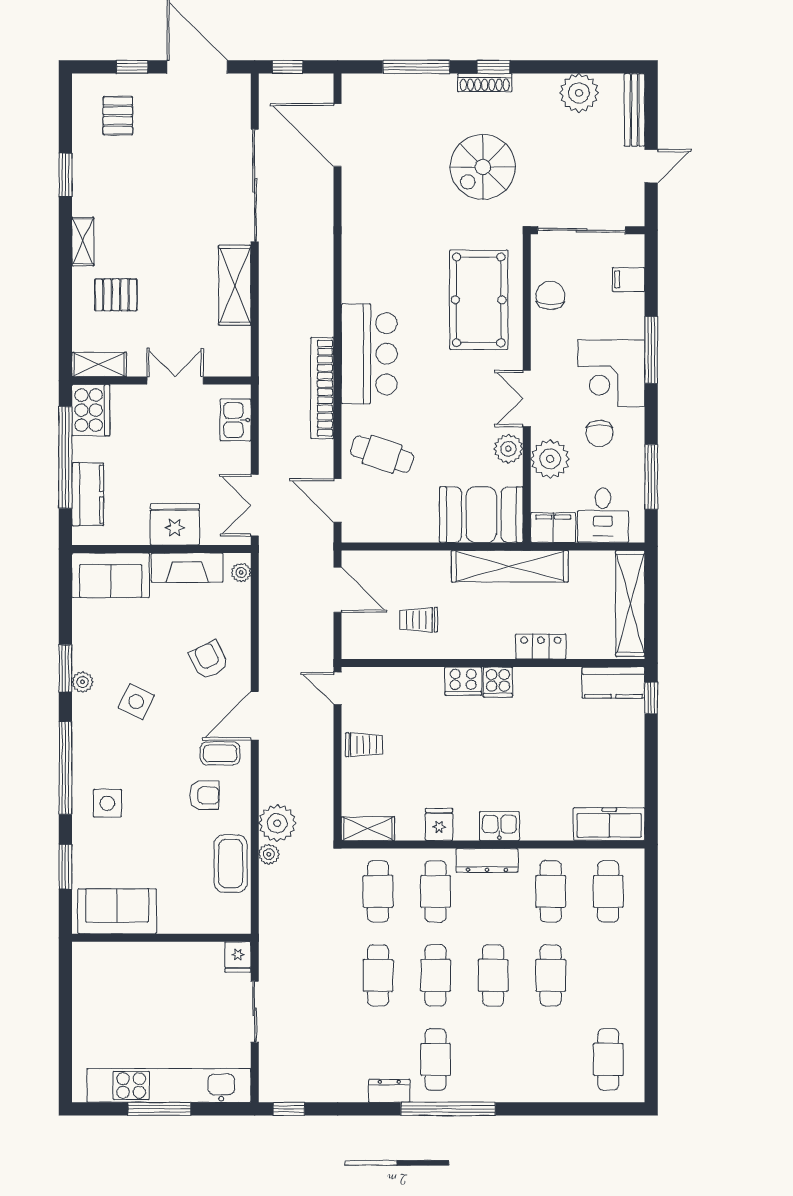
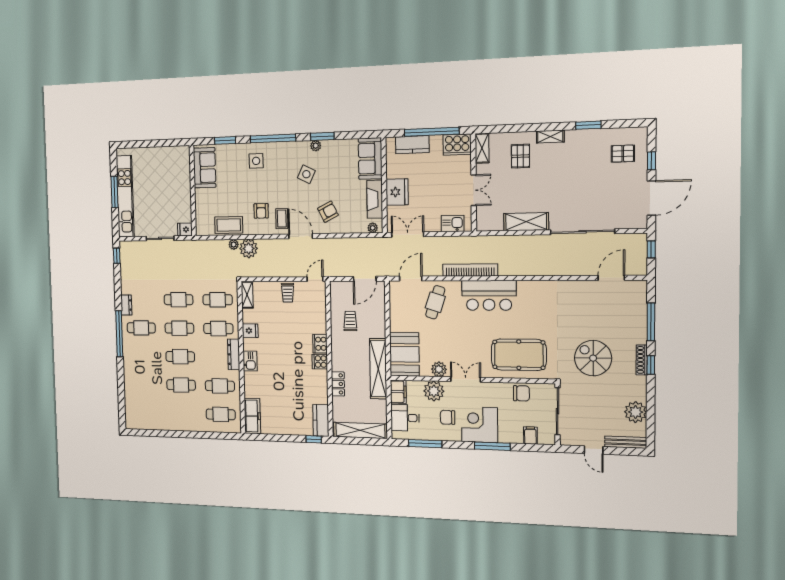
door: (338, 135) -> (611, 278), width x0.73
cafe table: (608, 1059) -> (144, 412), removed

